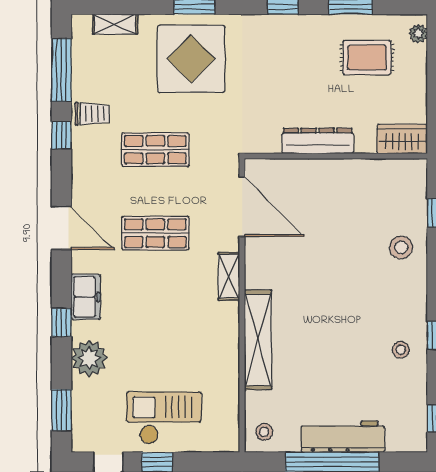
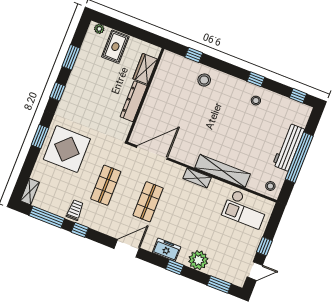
shelving: (115, 24) -> (30, 192), moved
rug: (367, 57) -> (115, 47), moved
wardrobe: (402, 139) -> (145, 69), moved
shelving: (229, 276) -> (197, 178), moved
checkout: (164, 418) -> (245, 209), moved, turned -90

